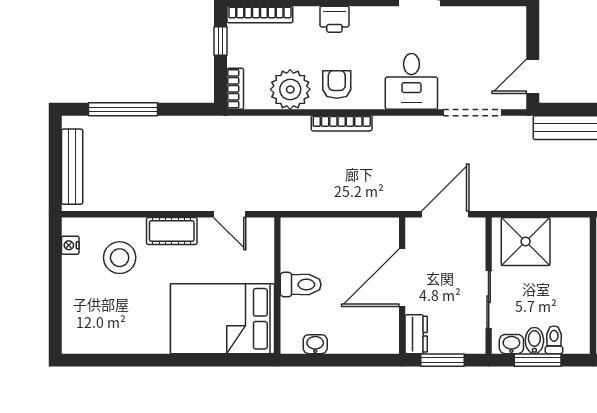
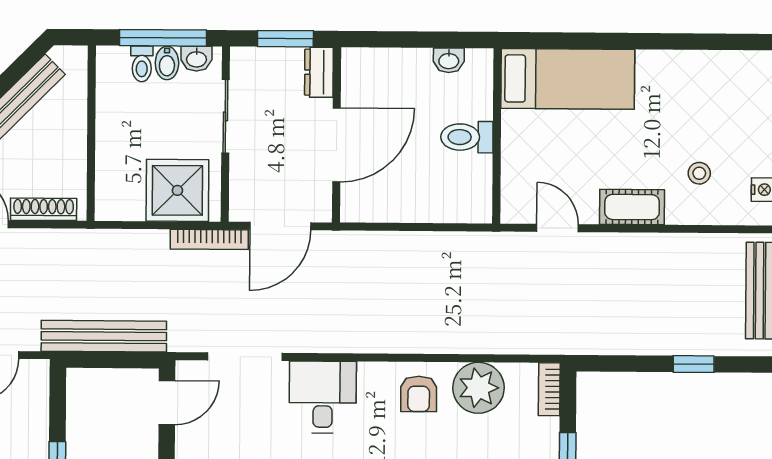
window: (123, 109) -> (694, 364), width x0.46
bookcase: (342, 123) -> (209, 239), moved, turned 180
stool: (120, 258) -> (699, 173), width x0.53, depth x0.53
bed: (222, 319) -> (568, 79), width x0.67
window: (538, 360) -> (163, 38), width x1.44

